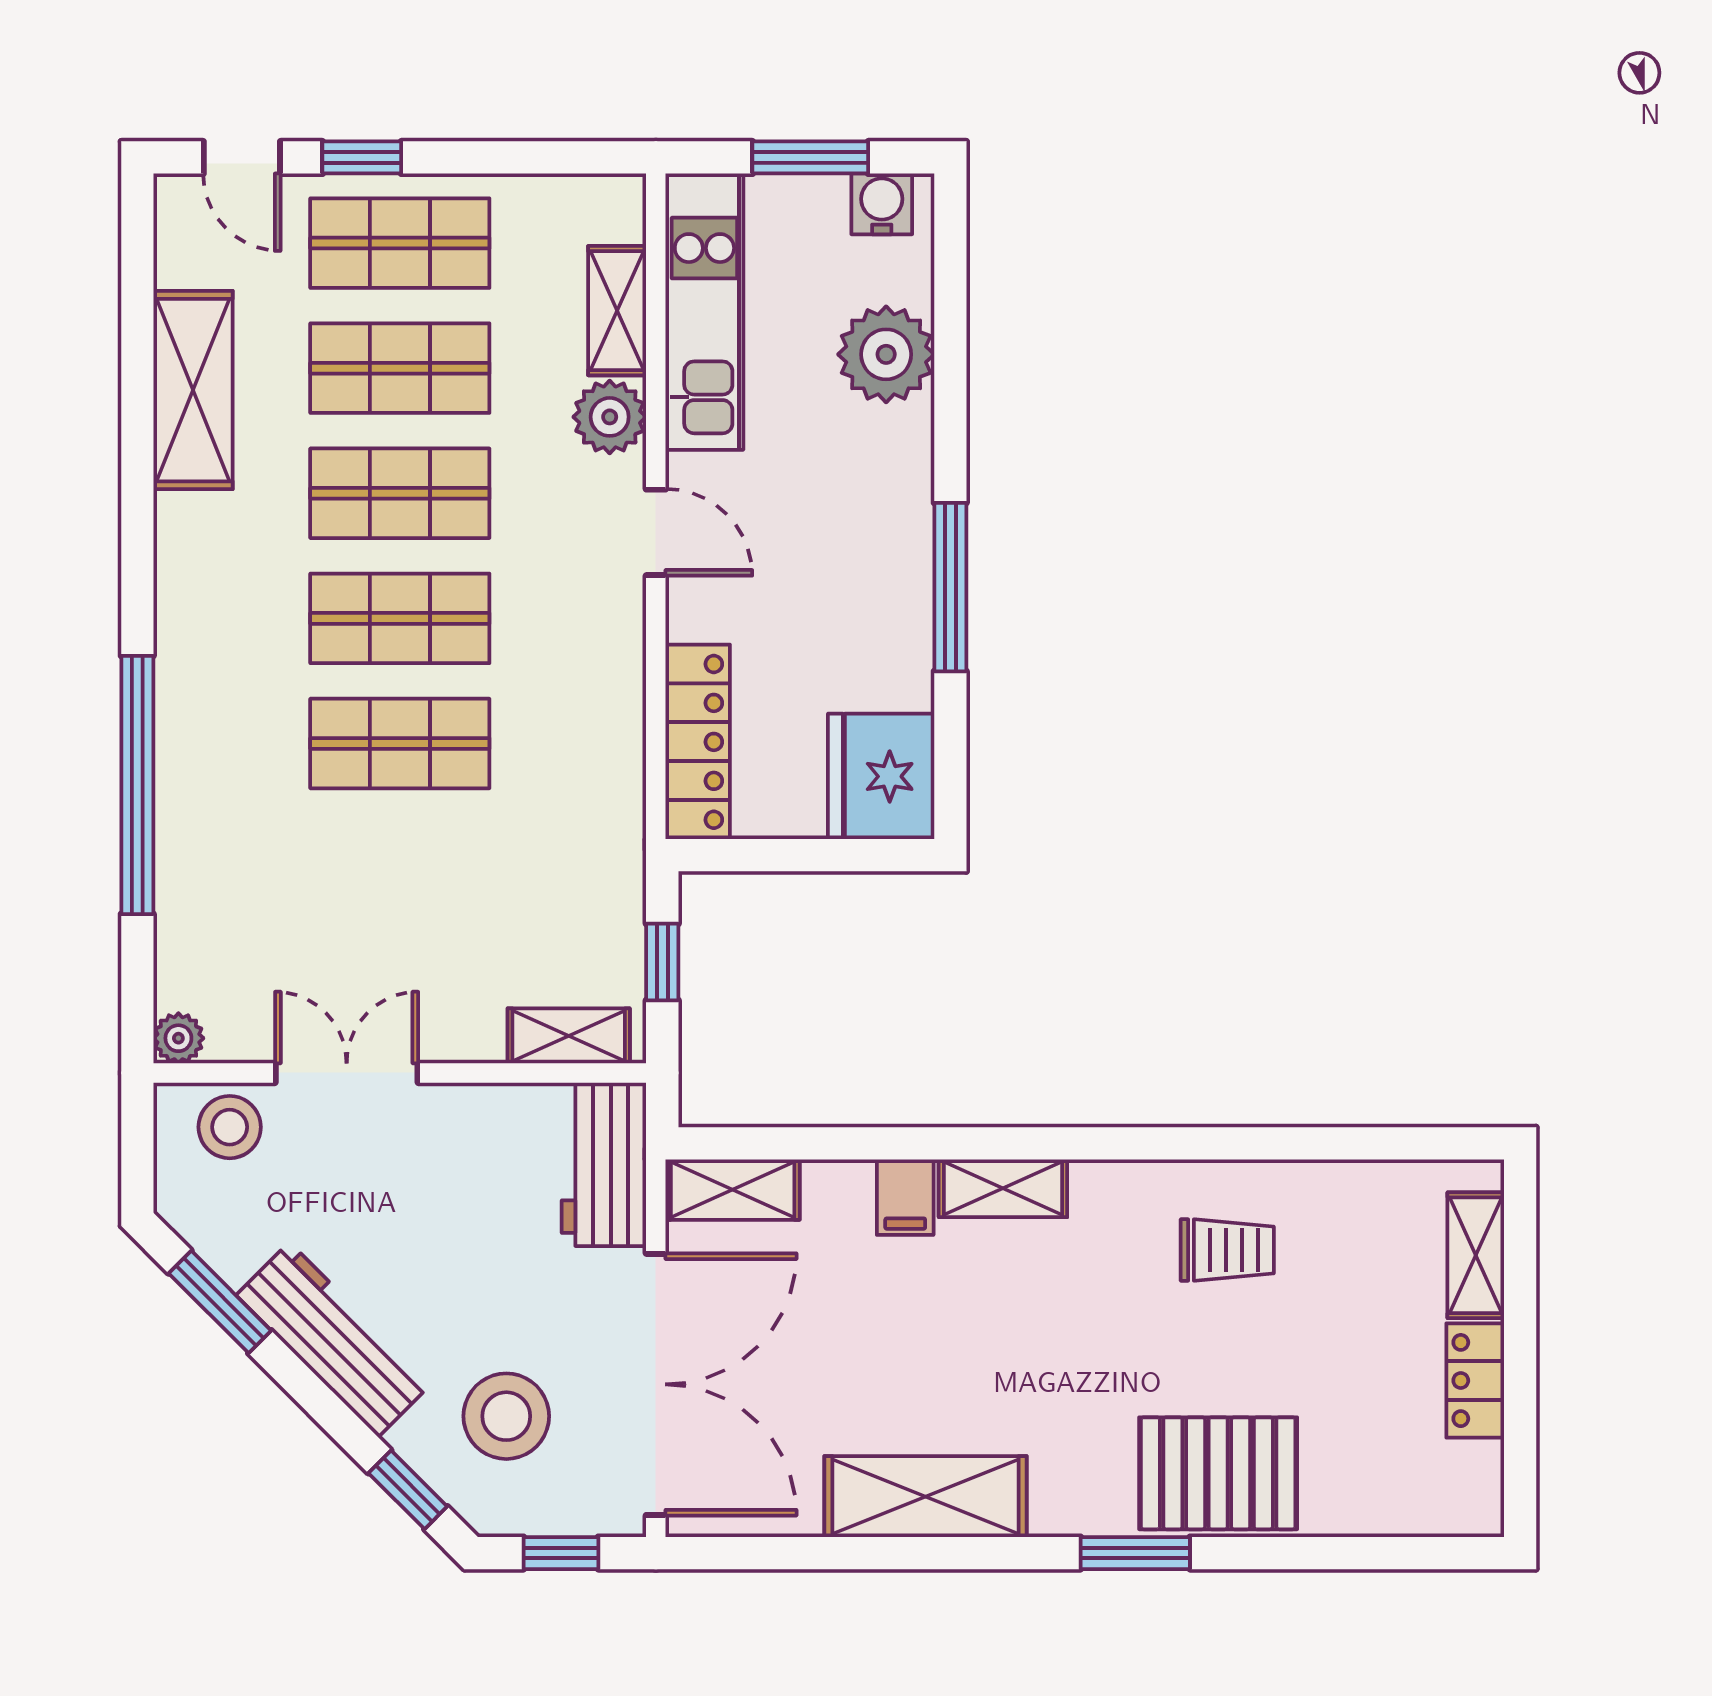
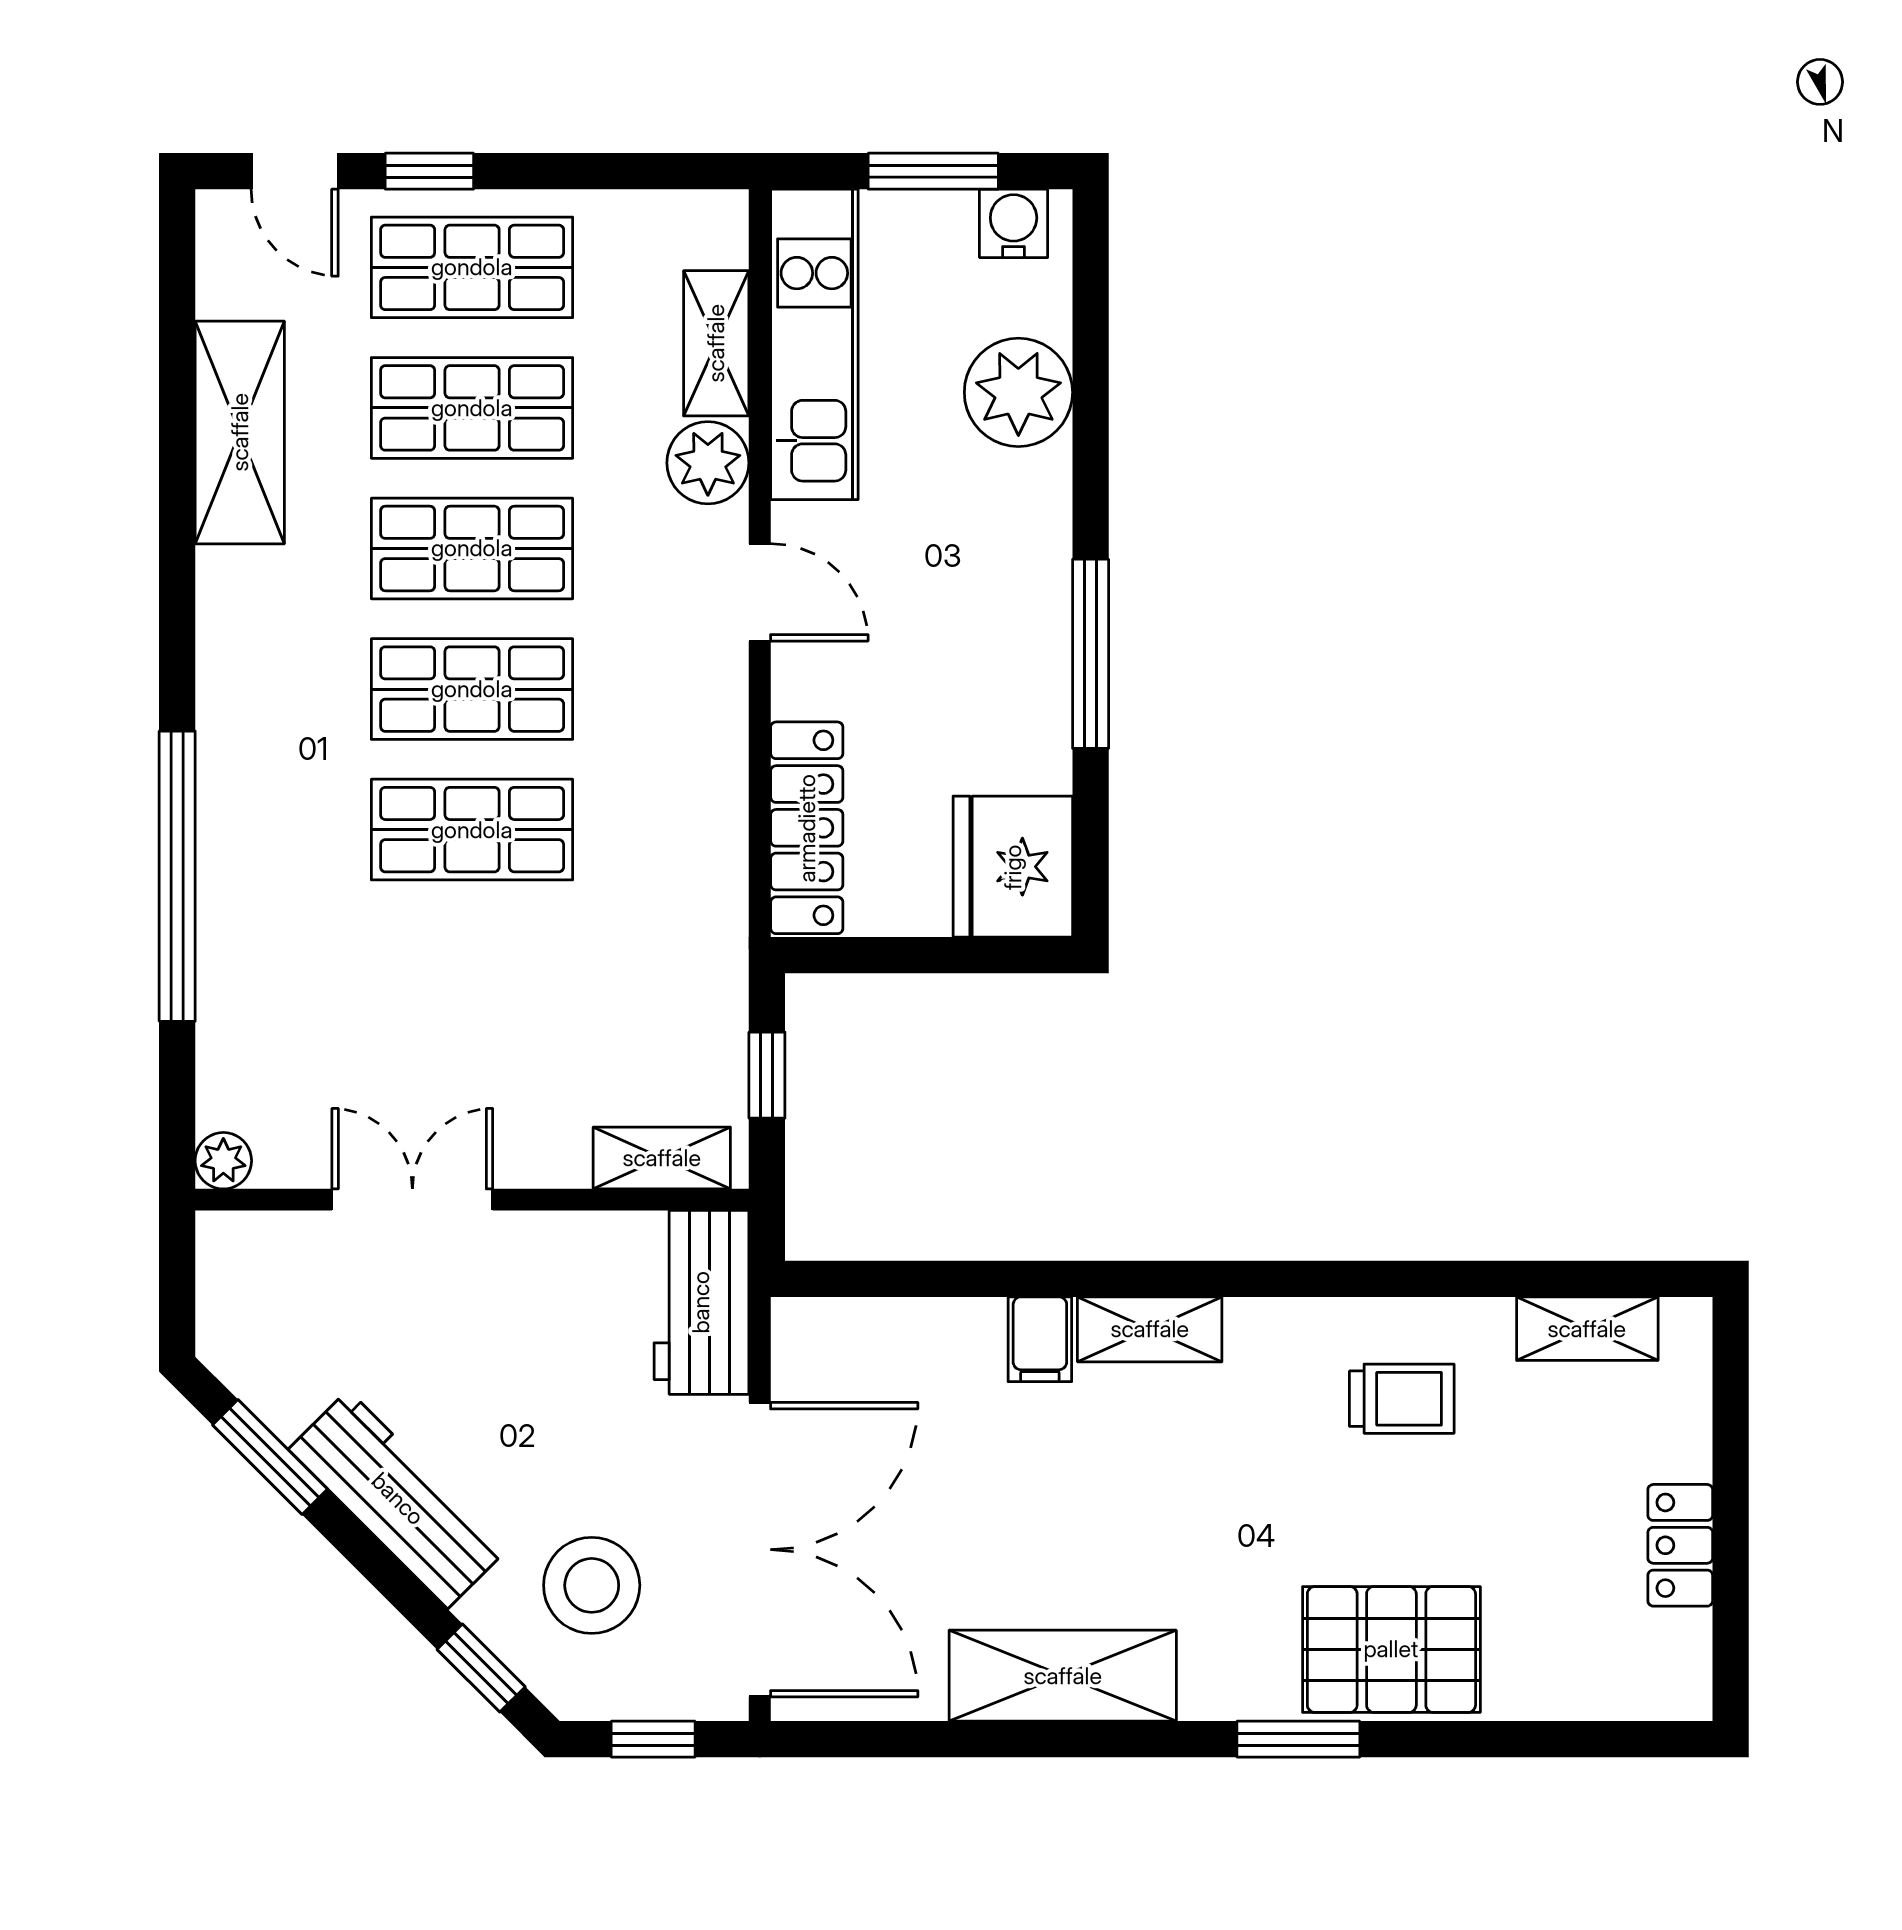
stool: (230, 1127) -> (281, 1261), removed
shelving: (733, 1190) -> (846, 1331), removed
shelving: (1476, 1255) -> (1587, 1329), moved, turned 90

